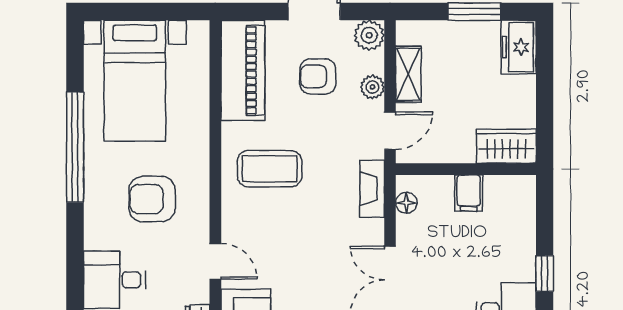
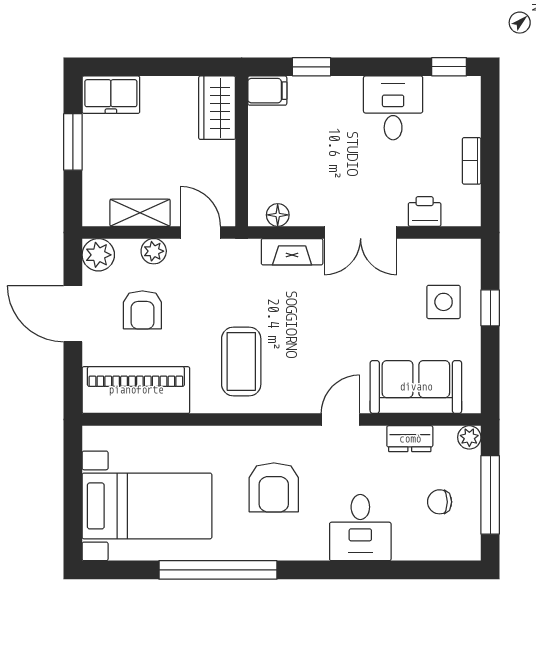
fireplace: (372, 189) -> (292, 252), moved
filing cabinet: (469, 193) -> (267, 91), moved
window: (545, 274) -> (311, 67), moved

